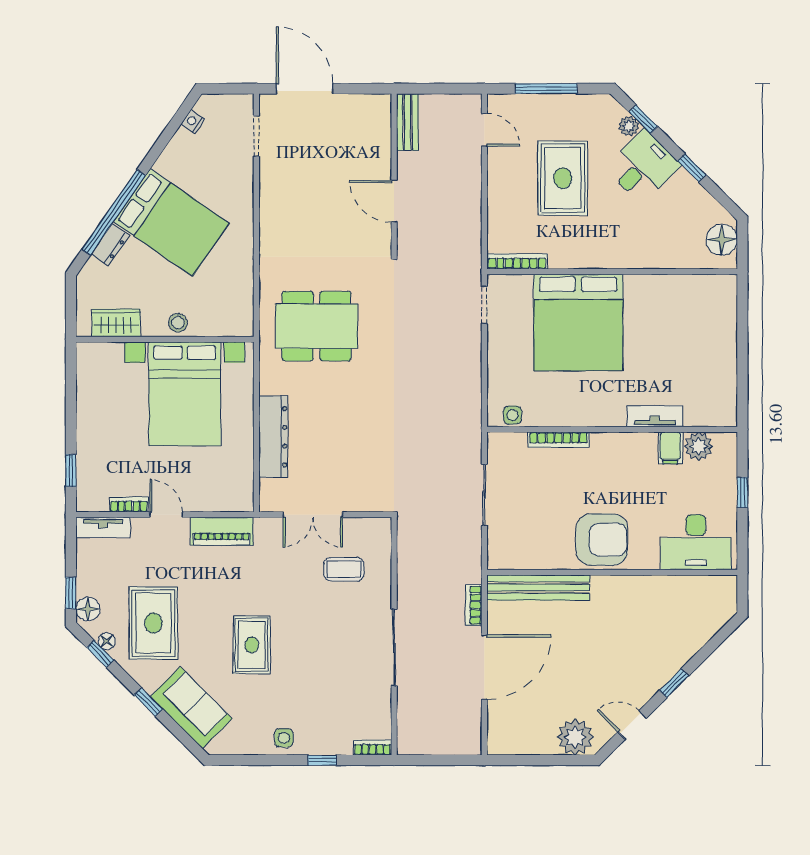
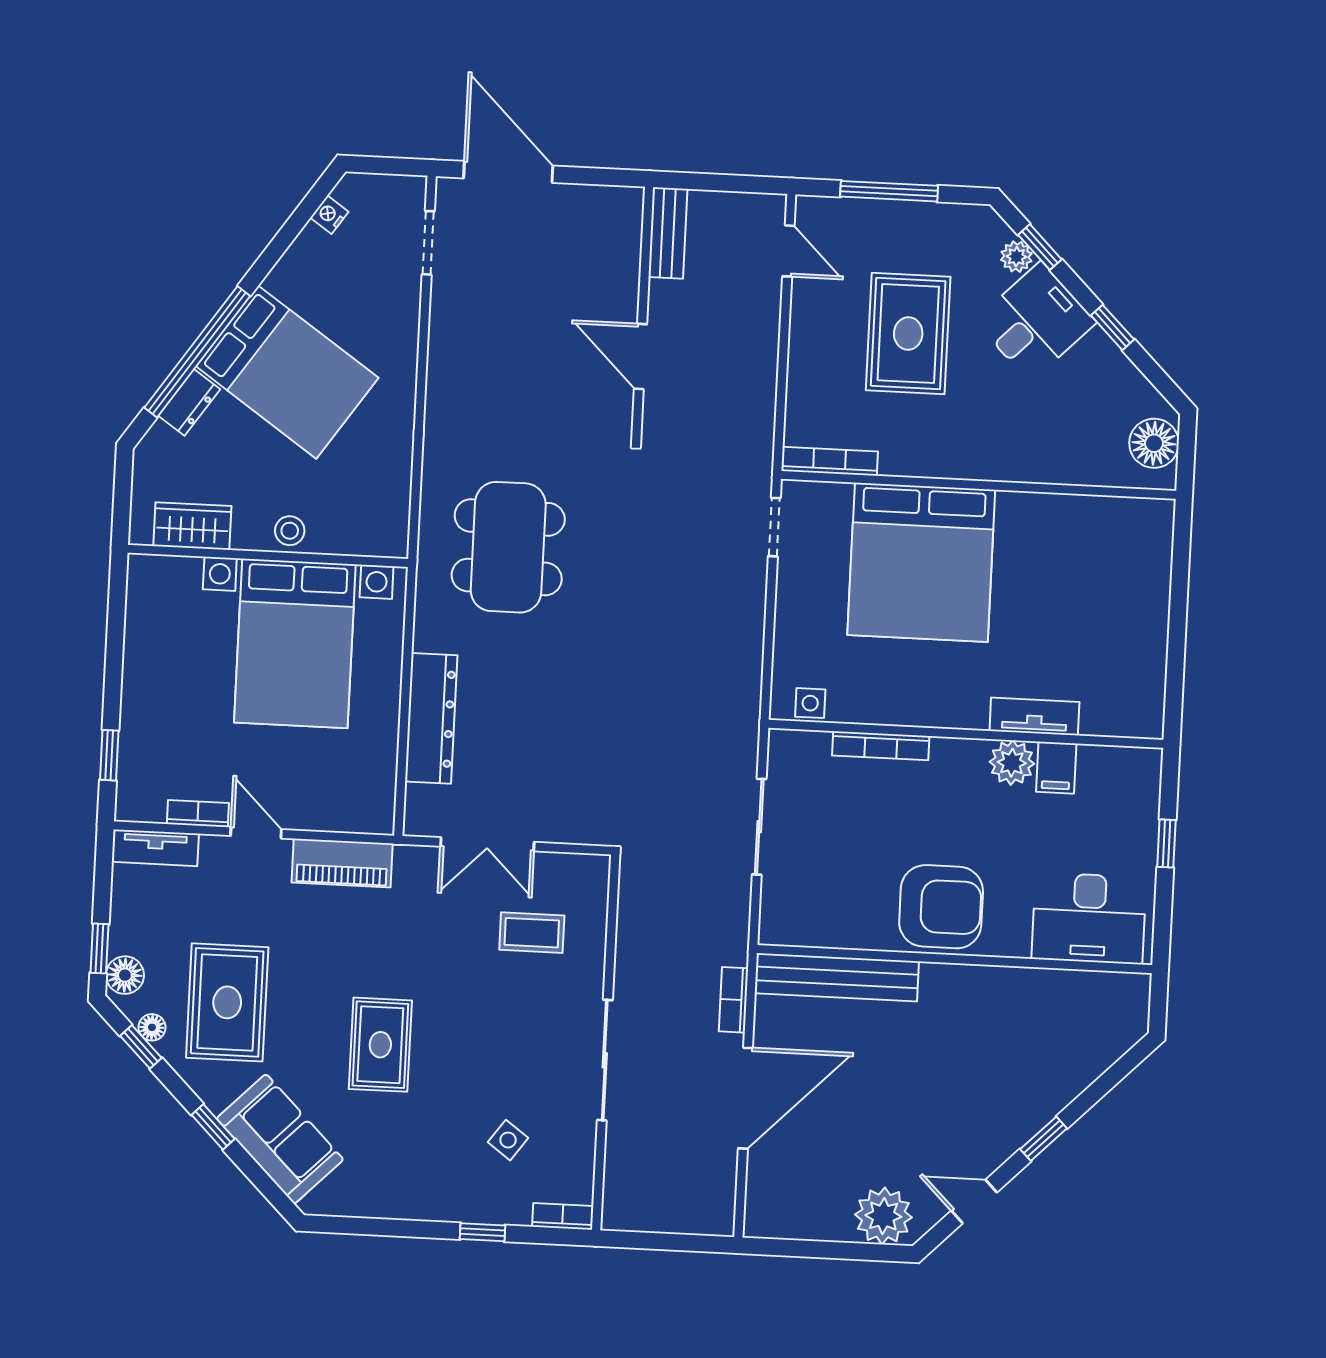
dining table: (317, 326) -> (508, 547), turned 90
plant: (699, 446) -> (1012, 763), moved
side table: (284, 738) -> (508, 1140), moved, turned 36

